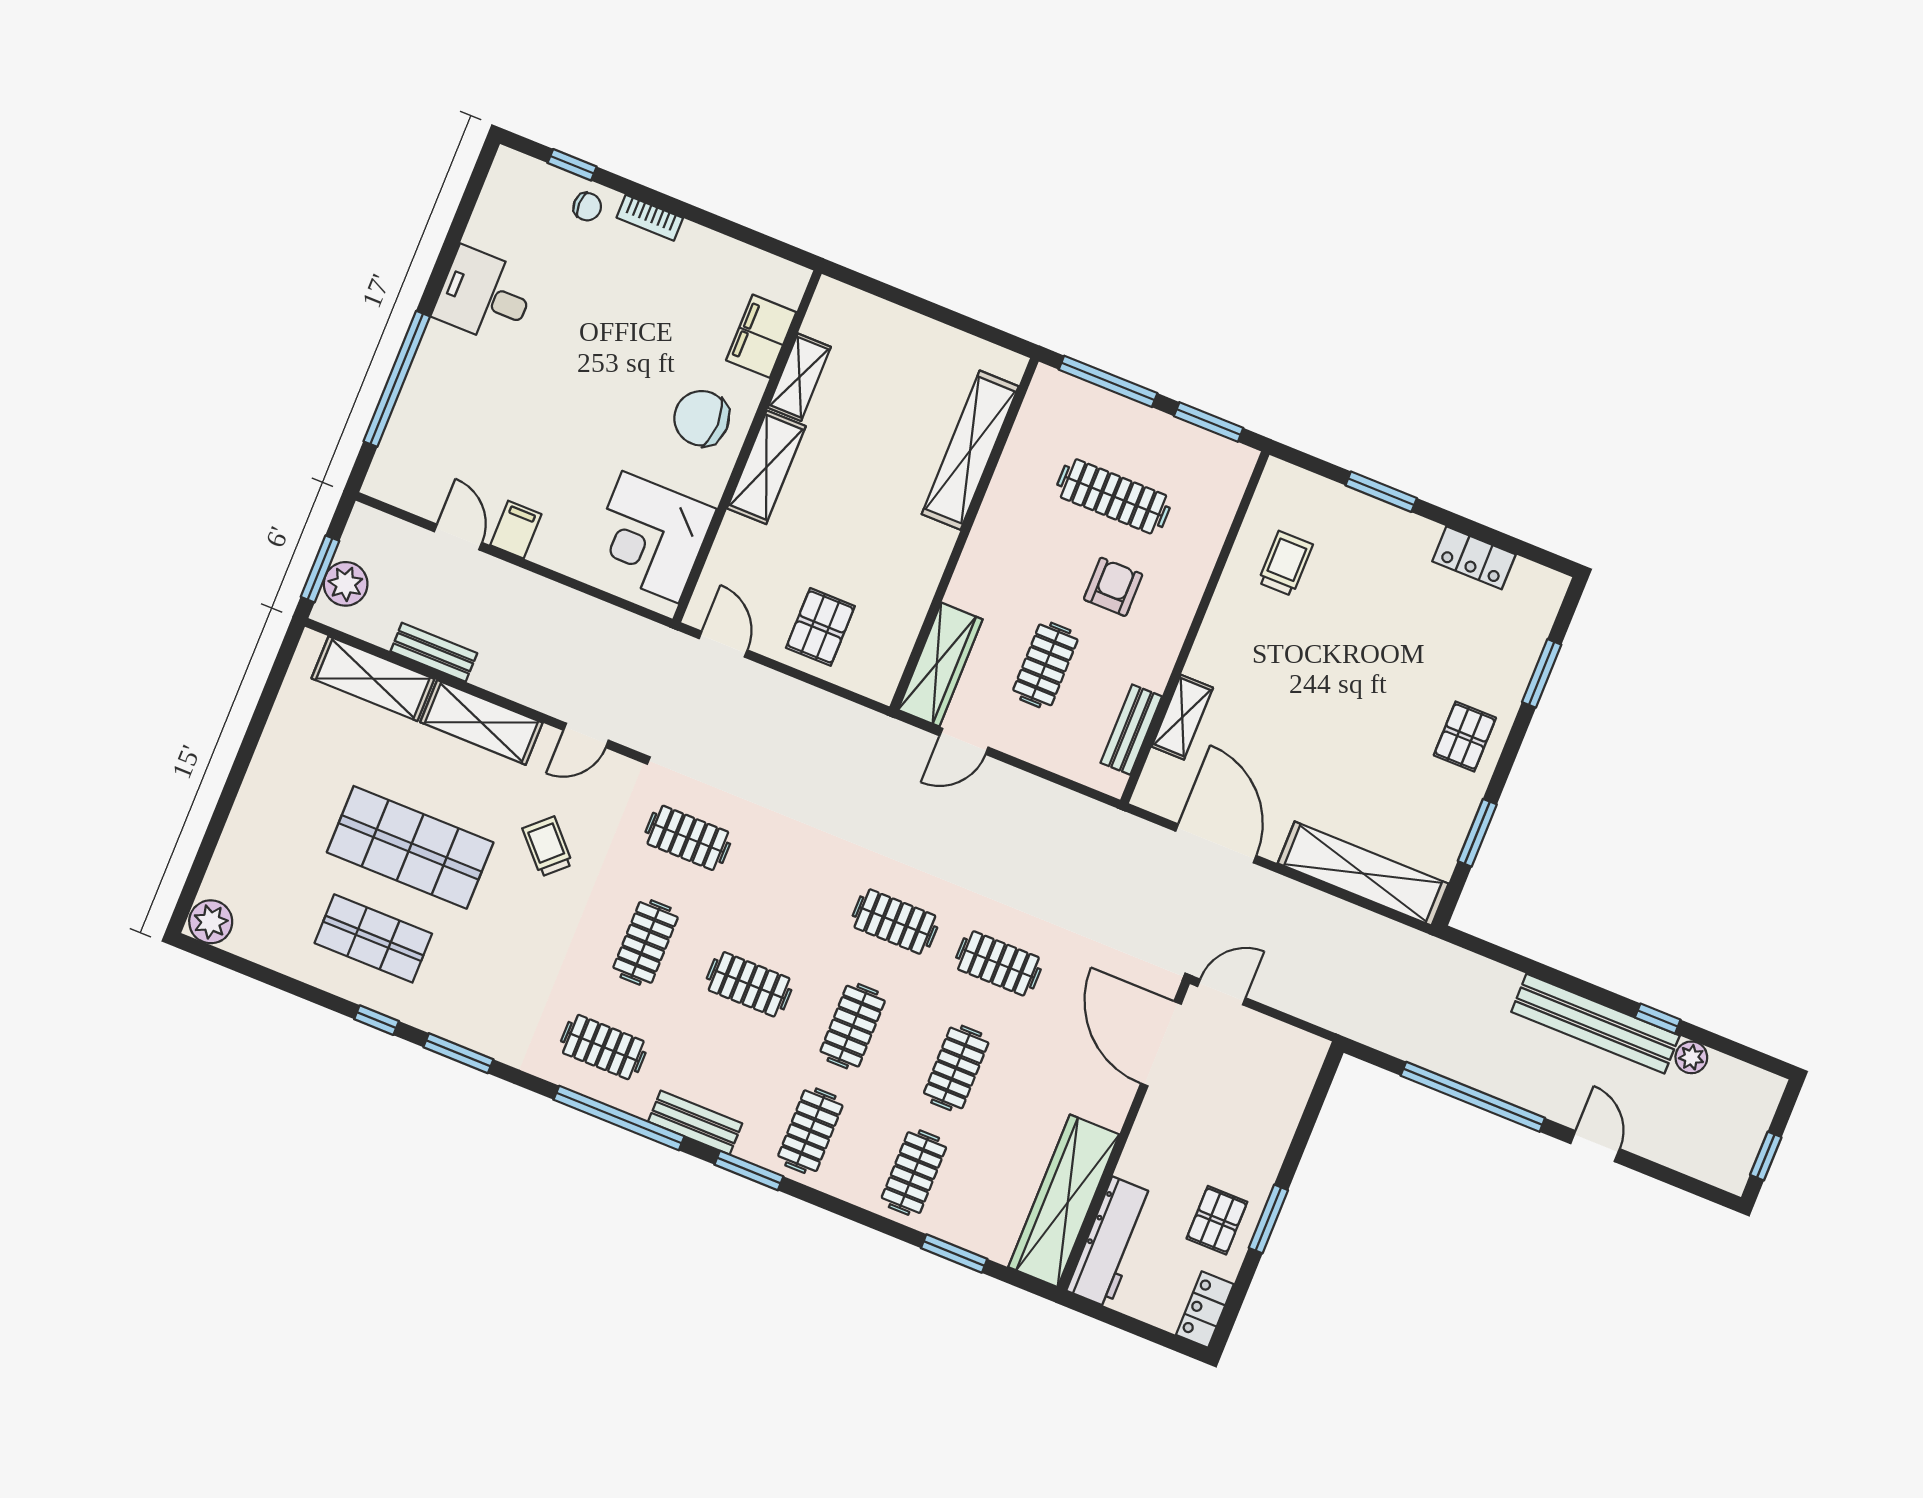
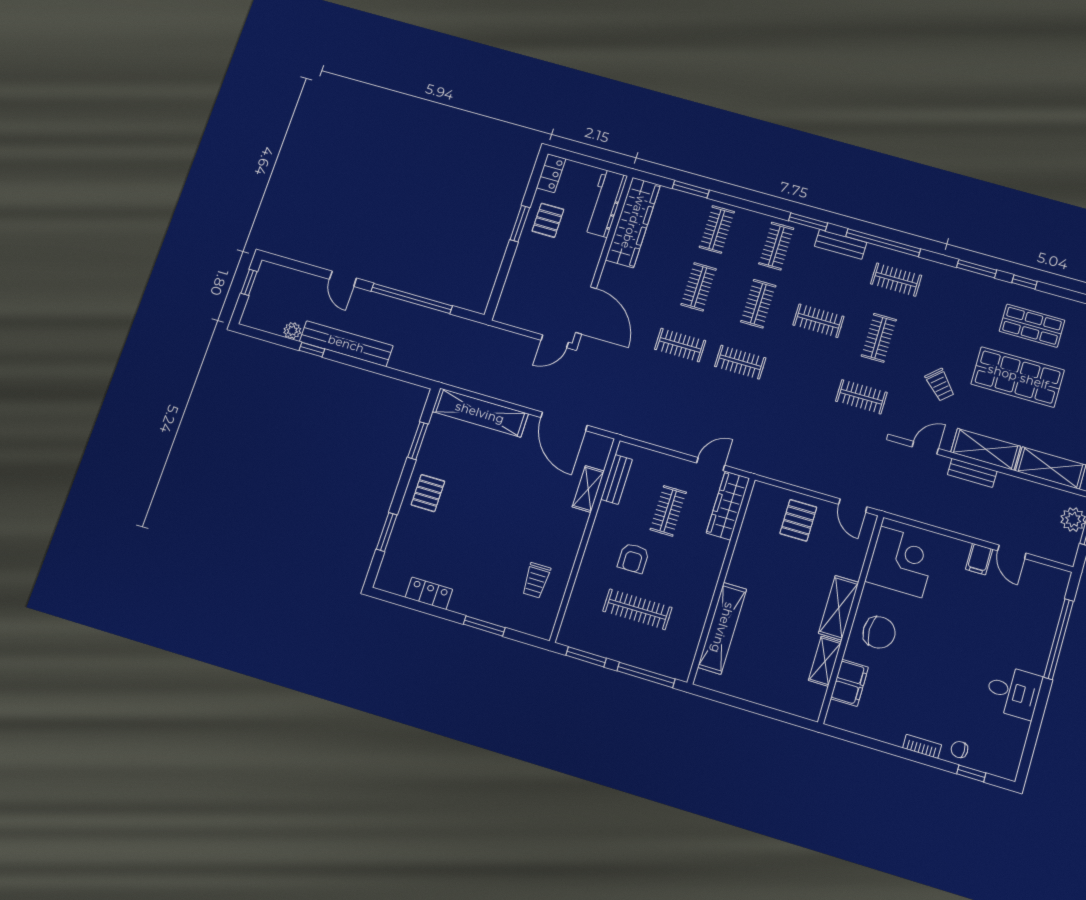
bench: (434, 652) -> (972, 473), moved

